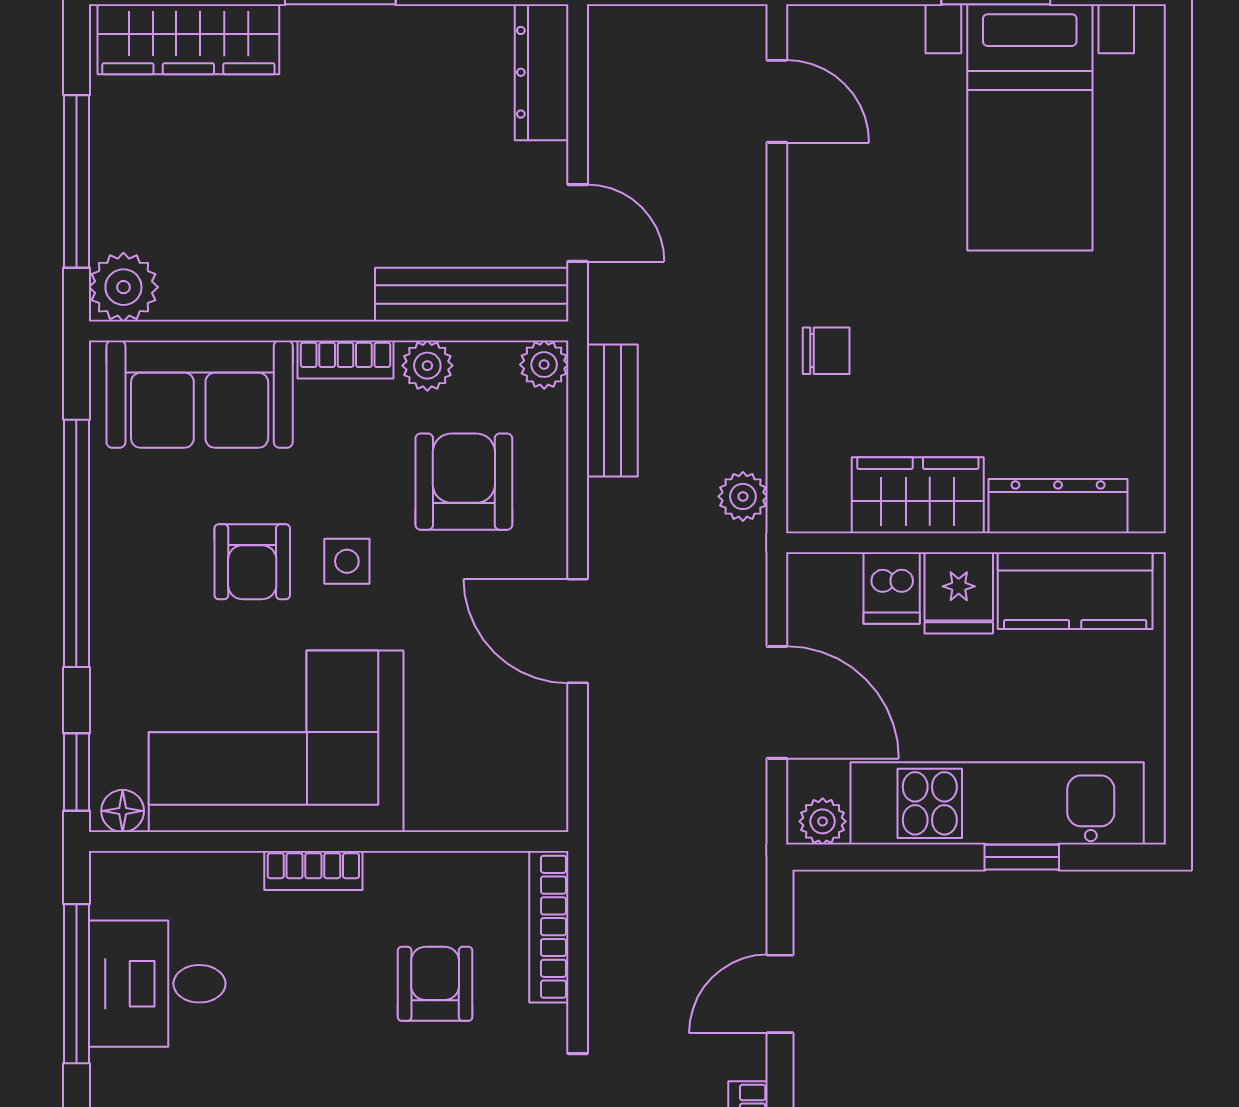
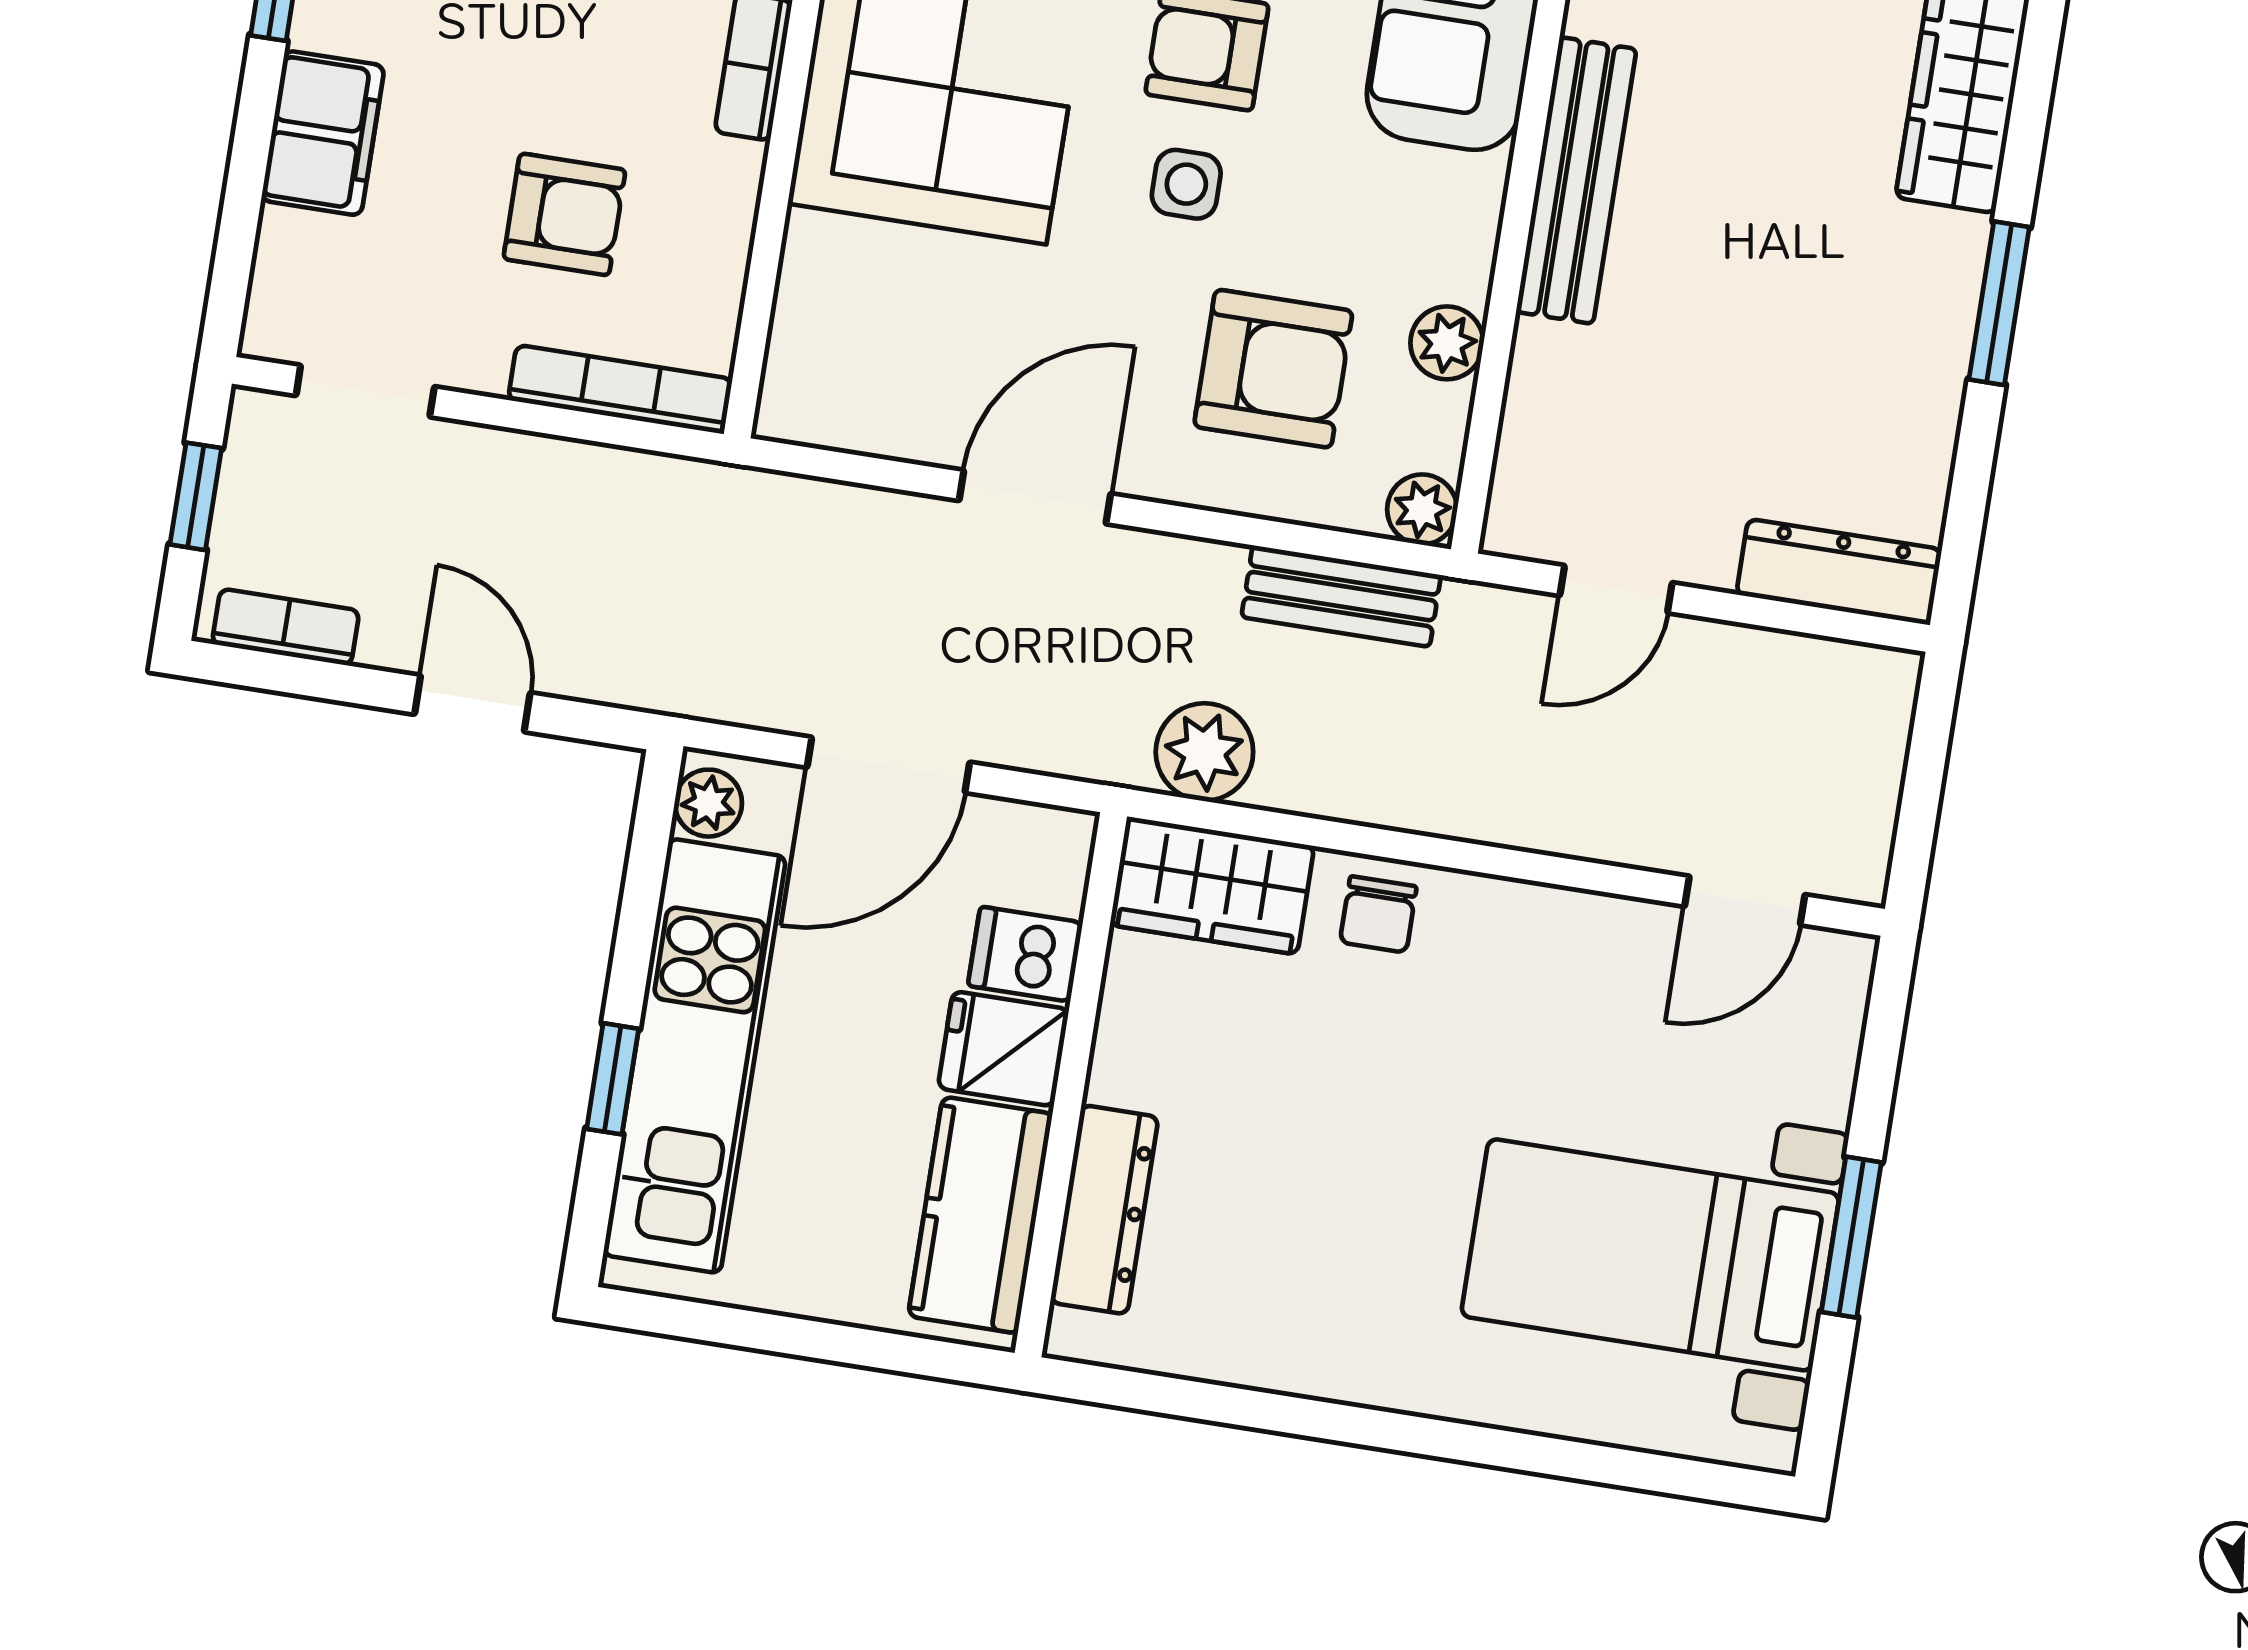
bench: (472, 295) -> (1576, 180), moved
bookcase: (346, 360) -> (1474, 228), removed
wardrobe: (918, 495) -> (1212, 885), moved, turned 90
plant: (743, 496) -> (1204, 752), width x1.38, depth x1.38

